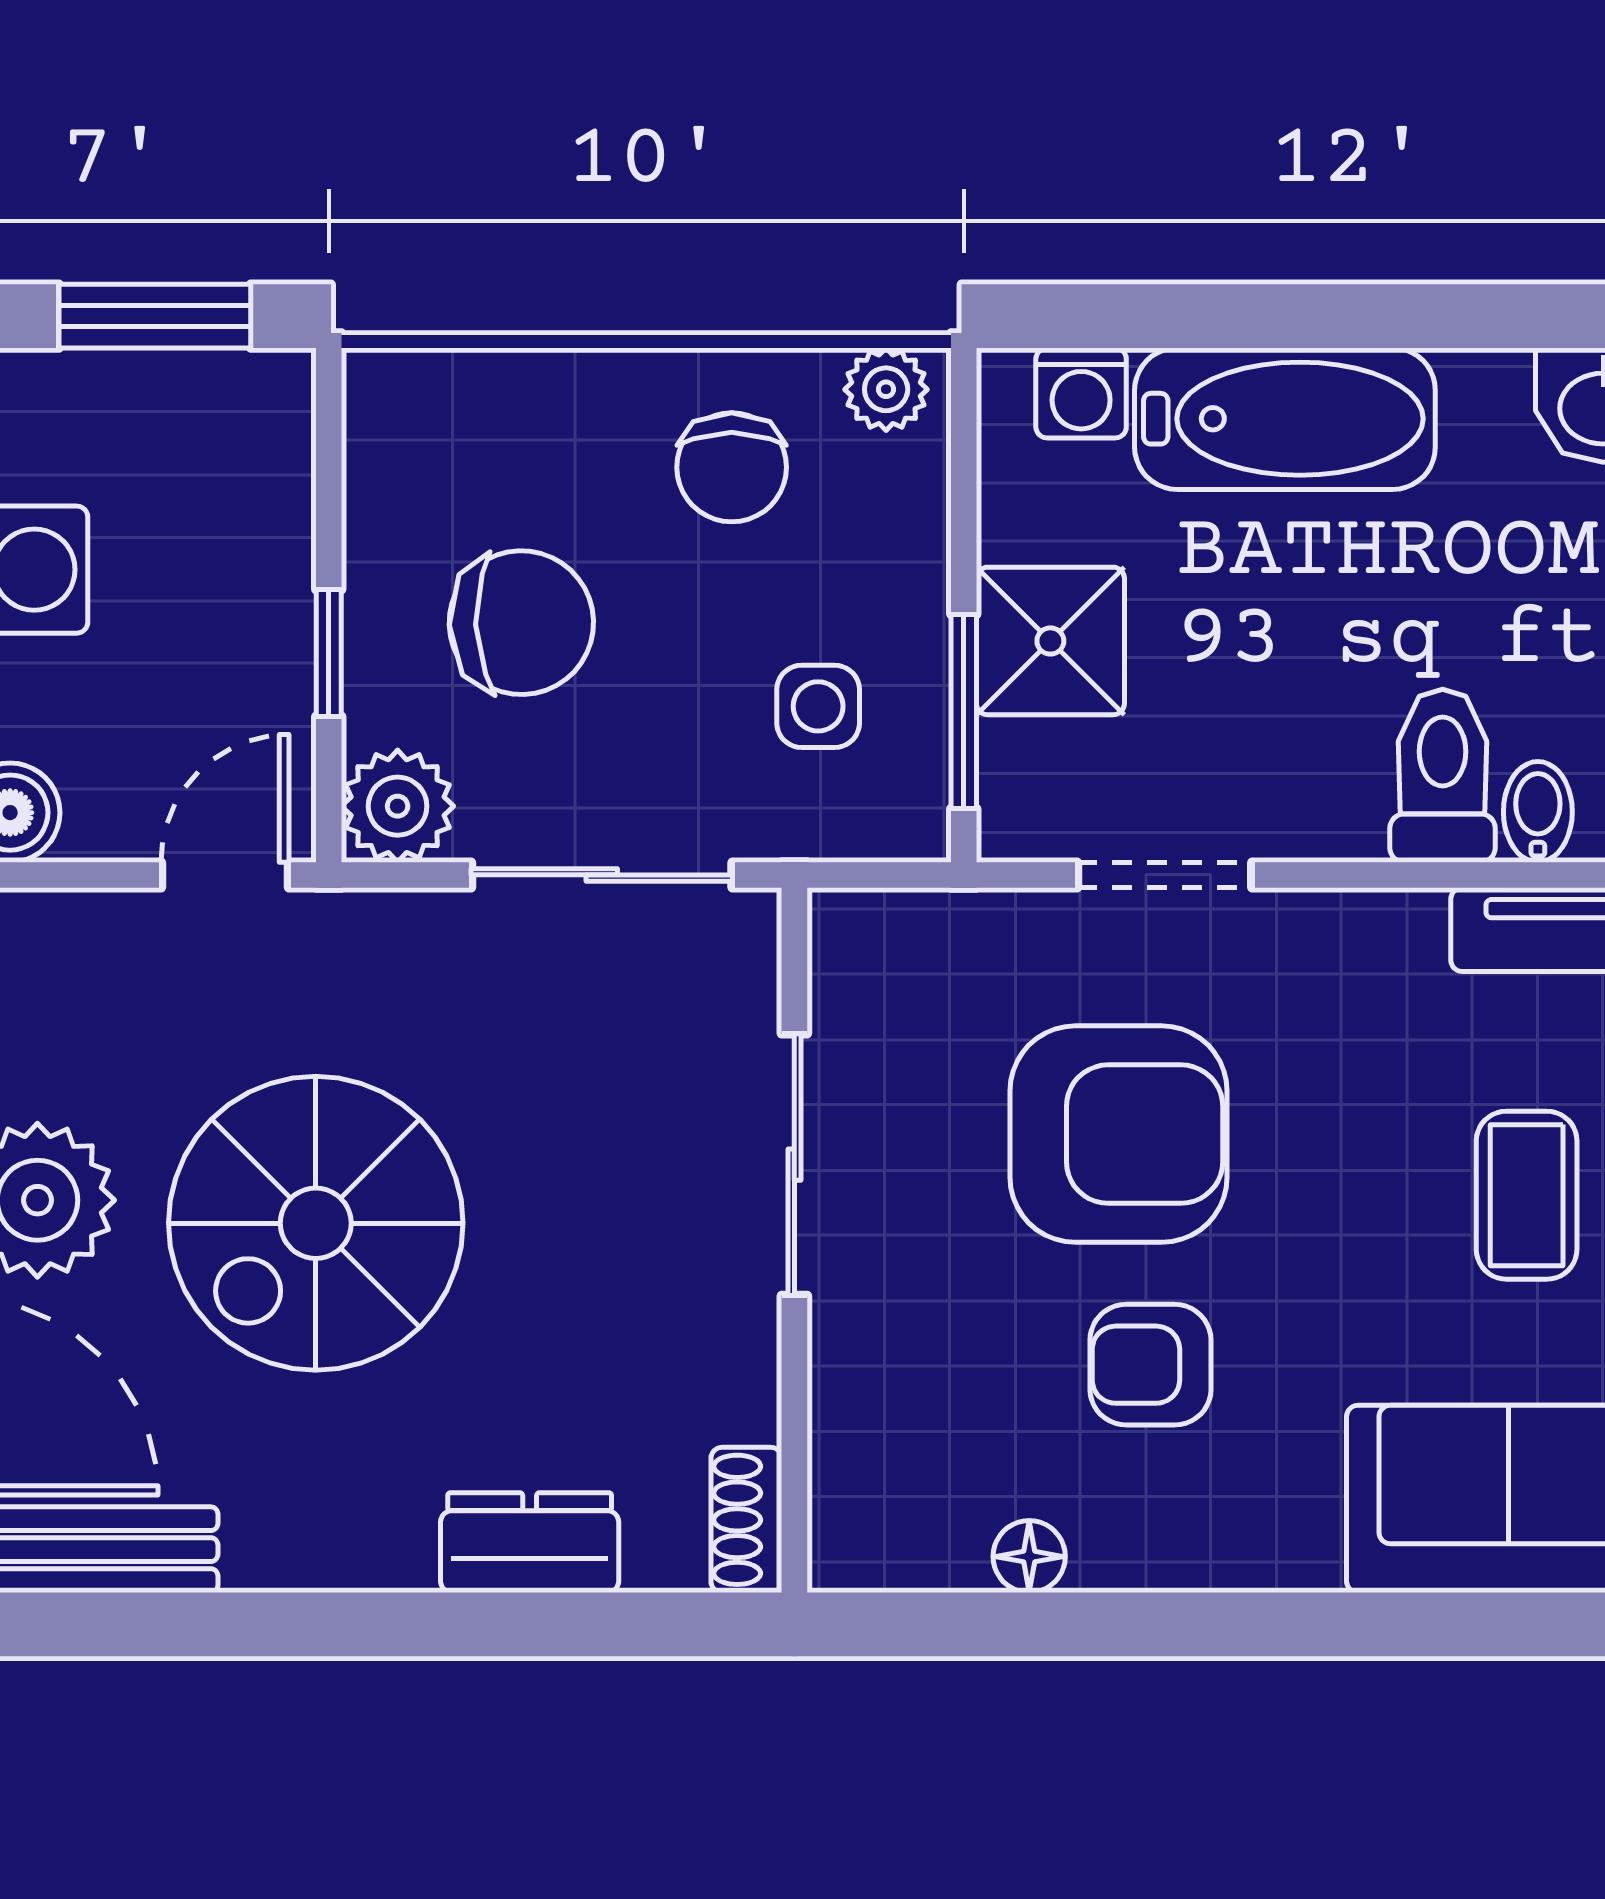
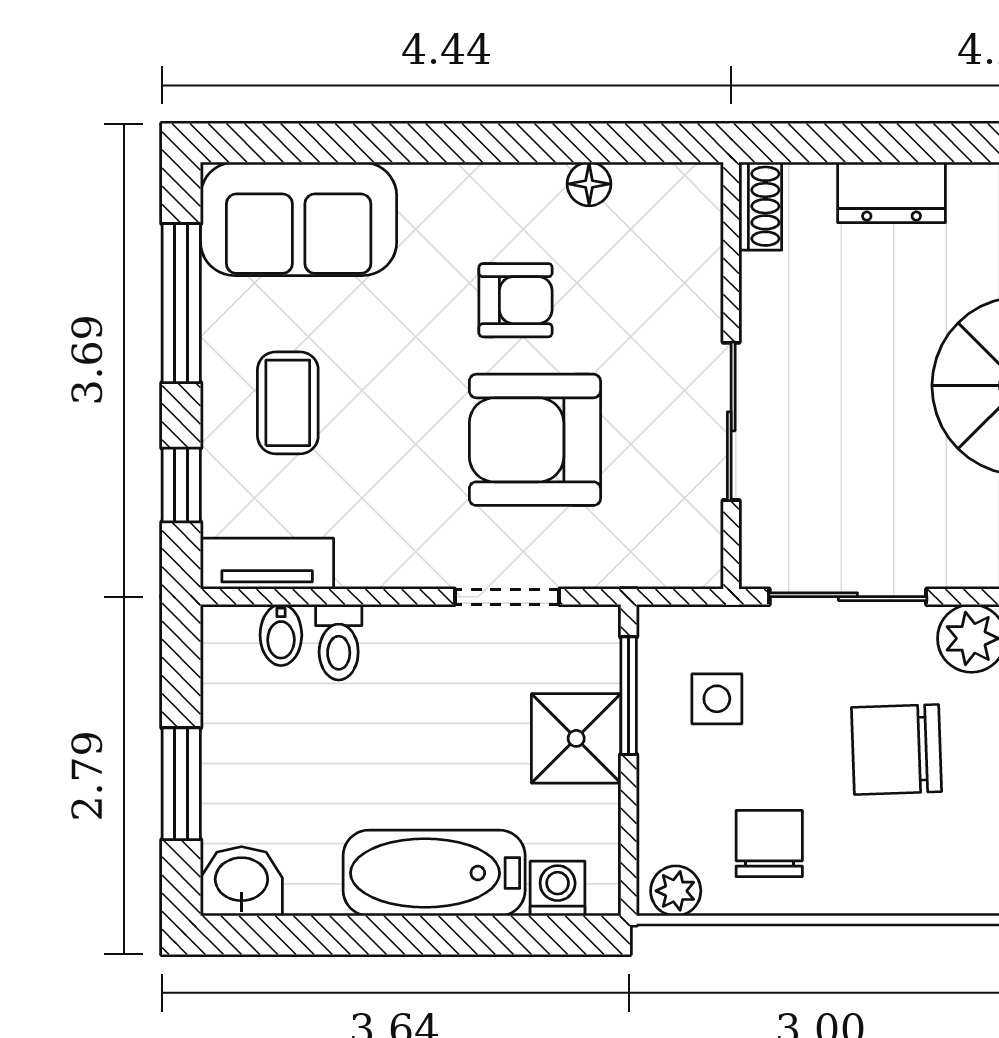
toilet: (1443, 776) -> (339, 642), width x0.73, depth x0.72

